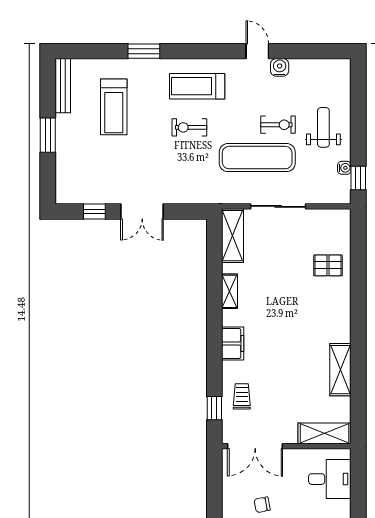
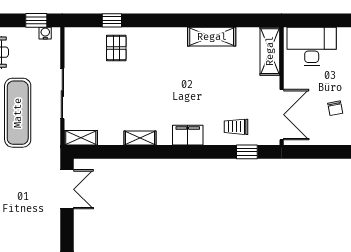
water cooler: (344, 168) -> (45, 33), moved
double door: (142, 211) -> (67, 189), moved
shelving: (232, 236) -> (81, 138), width x0.67, depth x0.75
window: (358, 261) -> (112, 20), added
desk: (330, 479) -> (312, 46), width x1.37

